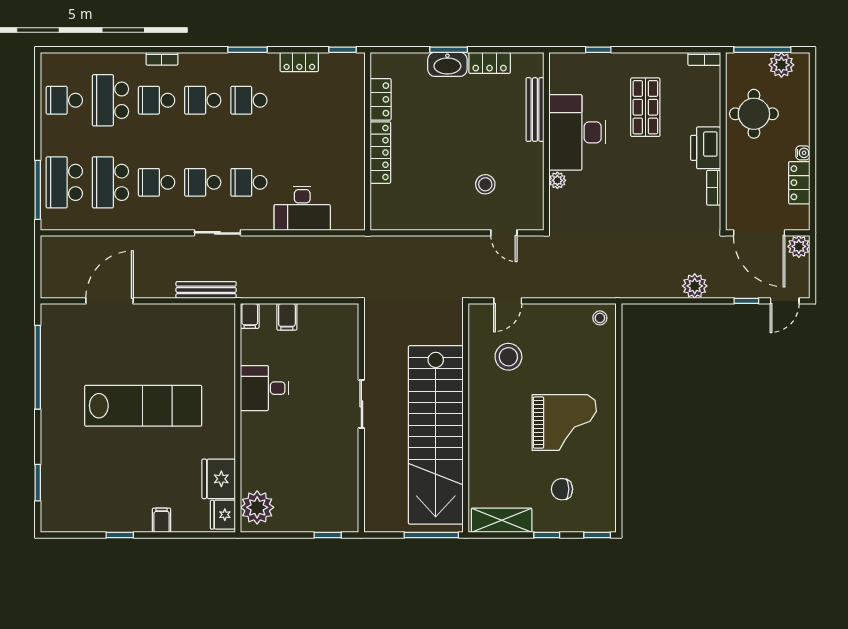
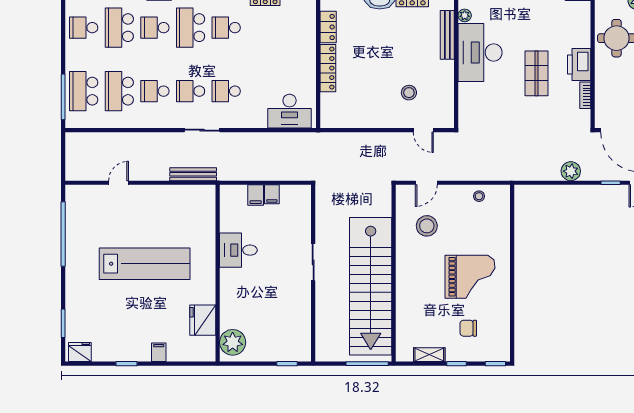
school desk: (203, 100) -> (191, 28), width x1.85
shop shelf: (645, 107) -> (537, 73), moved
plant: (557, 180) -> (465, 15), moved
desk: (302, 208) -> (290, 111), moved
door: (110, 301) -> (119, 183), width x0.53
filing cabinet: (250, 316) -> (272, 194), moved
stool: (600, 318) -> (479, 196), moved
fridge: (223, 515) -> (80, 352), moved, turned 90
shelving: (502, 520) -> (429, 355), width x0.67, depth x0.75

